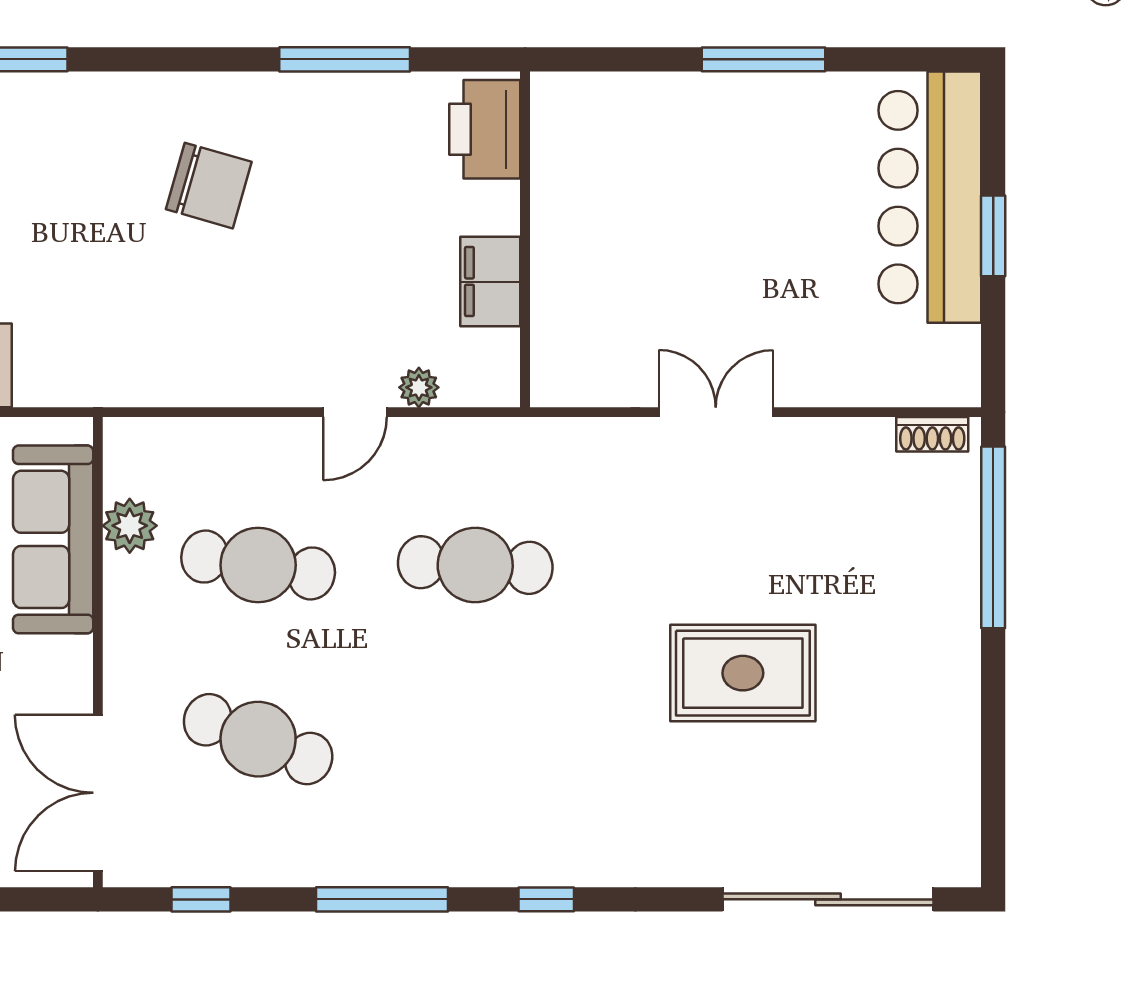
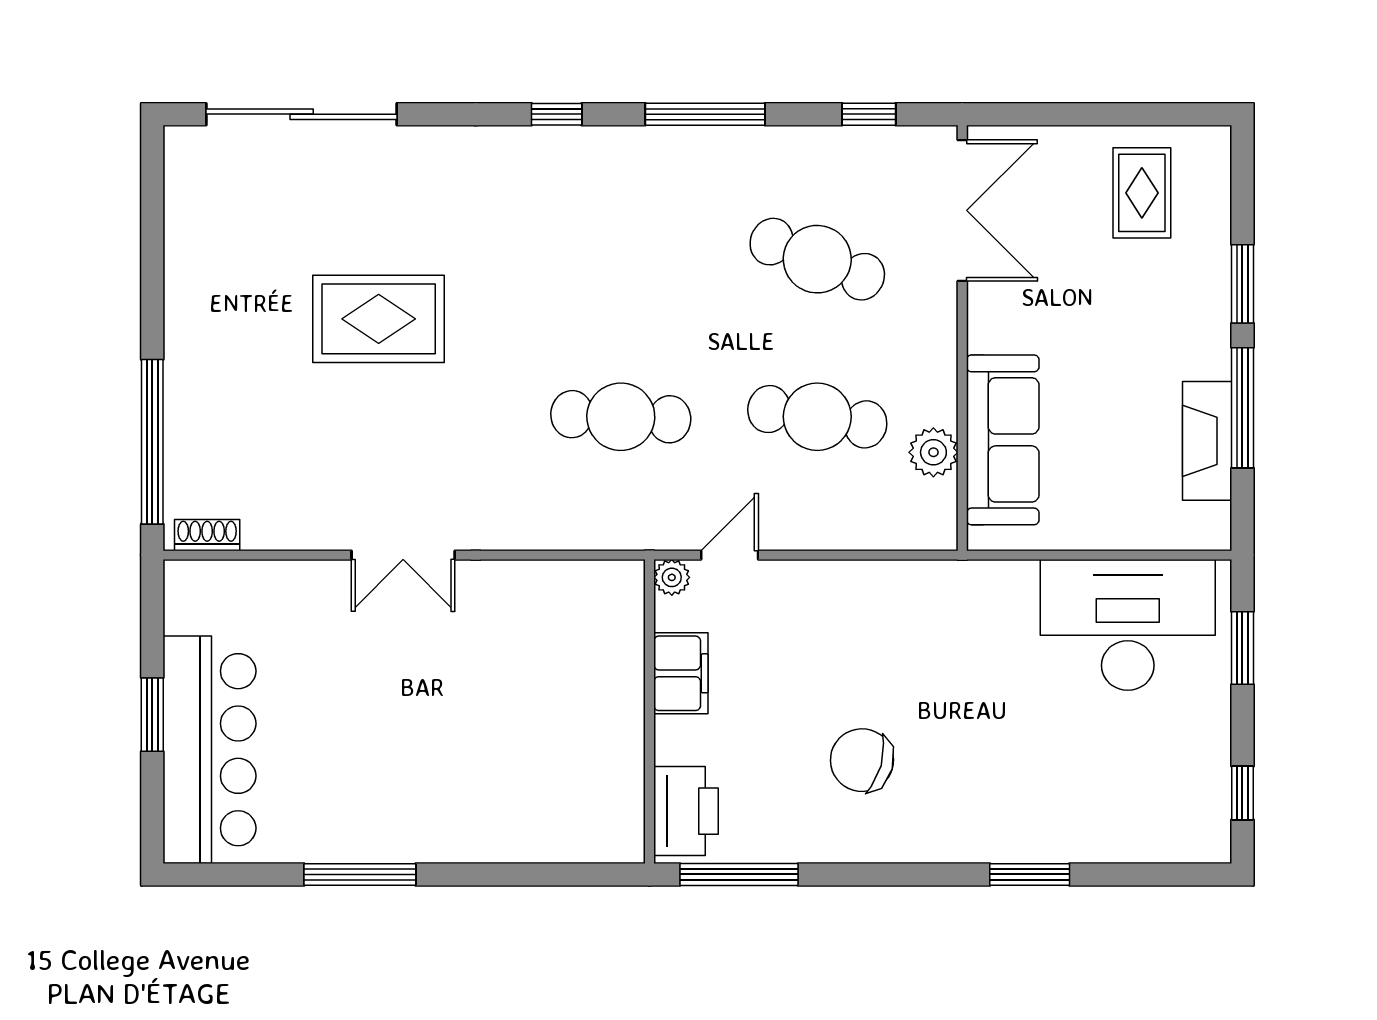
printer: (485, 129) -> (686, 811), moved
wall: (525, 239) -> (650, 712), moved
filing cabinet: (490, 282) -> (681, 673), moved

